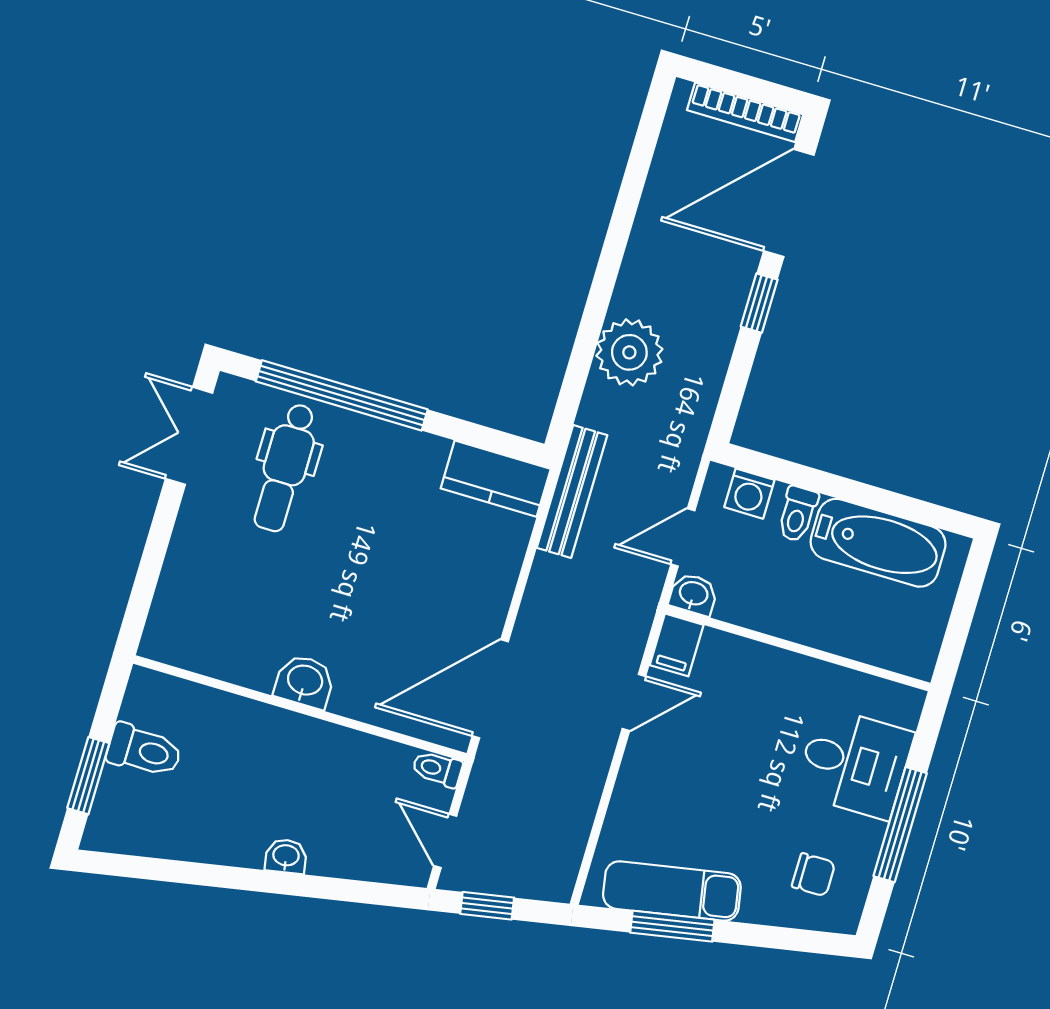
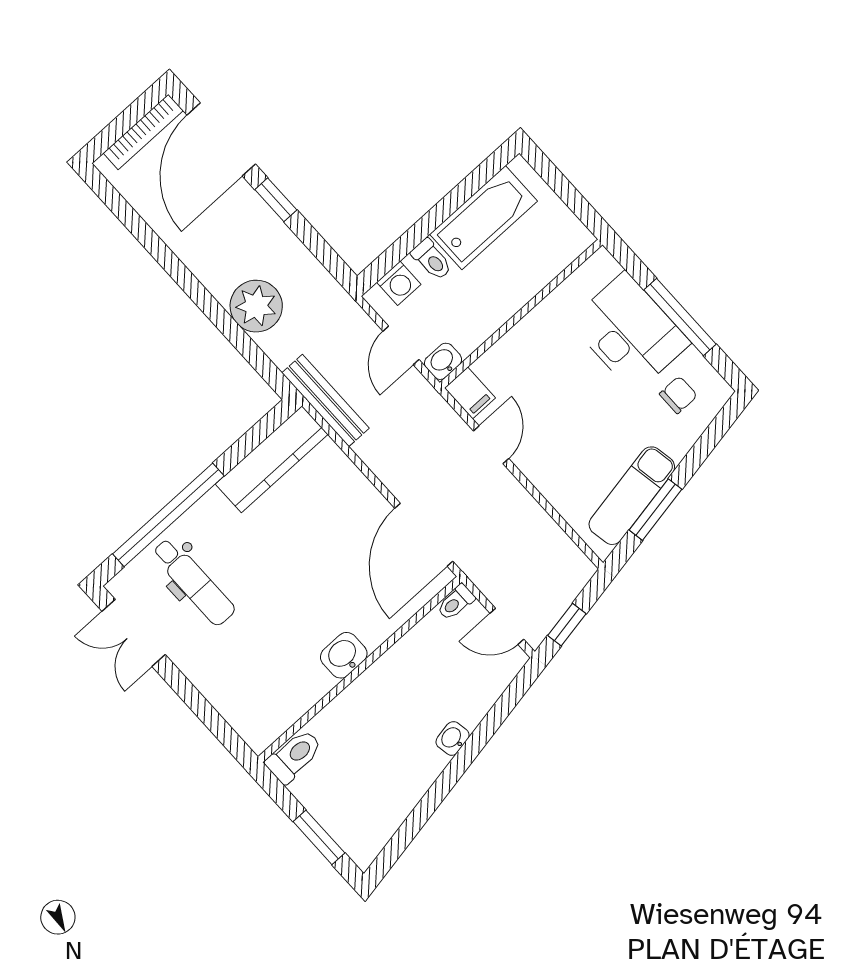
kitchen counter: (496, 479) -> (272, 459), width x1.50
toilet: (144, 751) -> (294, 756), moved
desk: (854, 763) -> (630, 332), width x1.37

